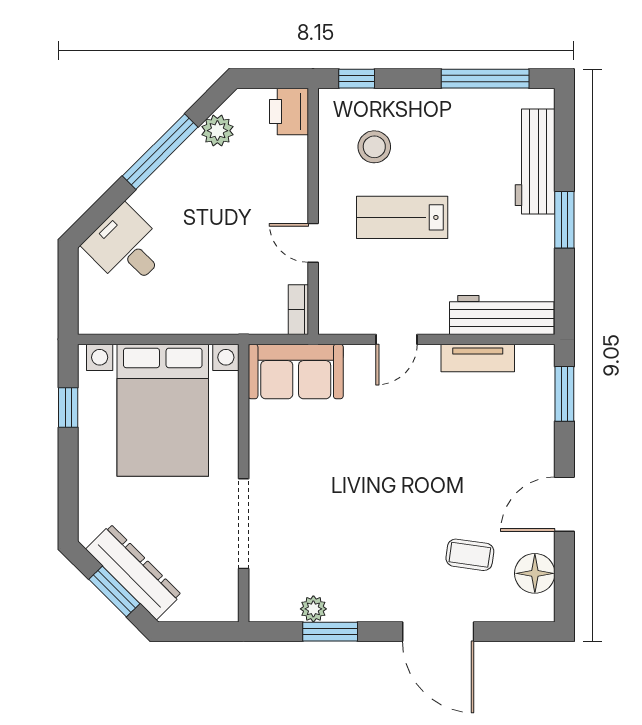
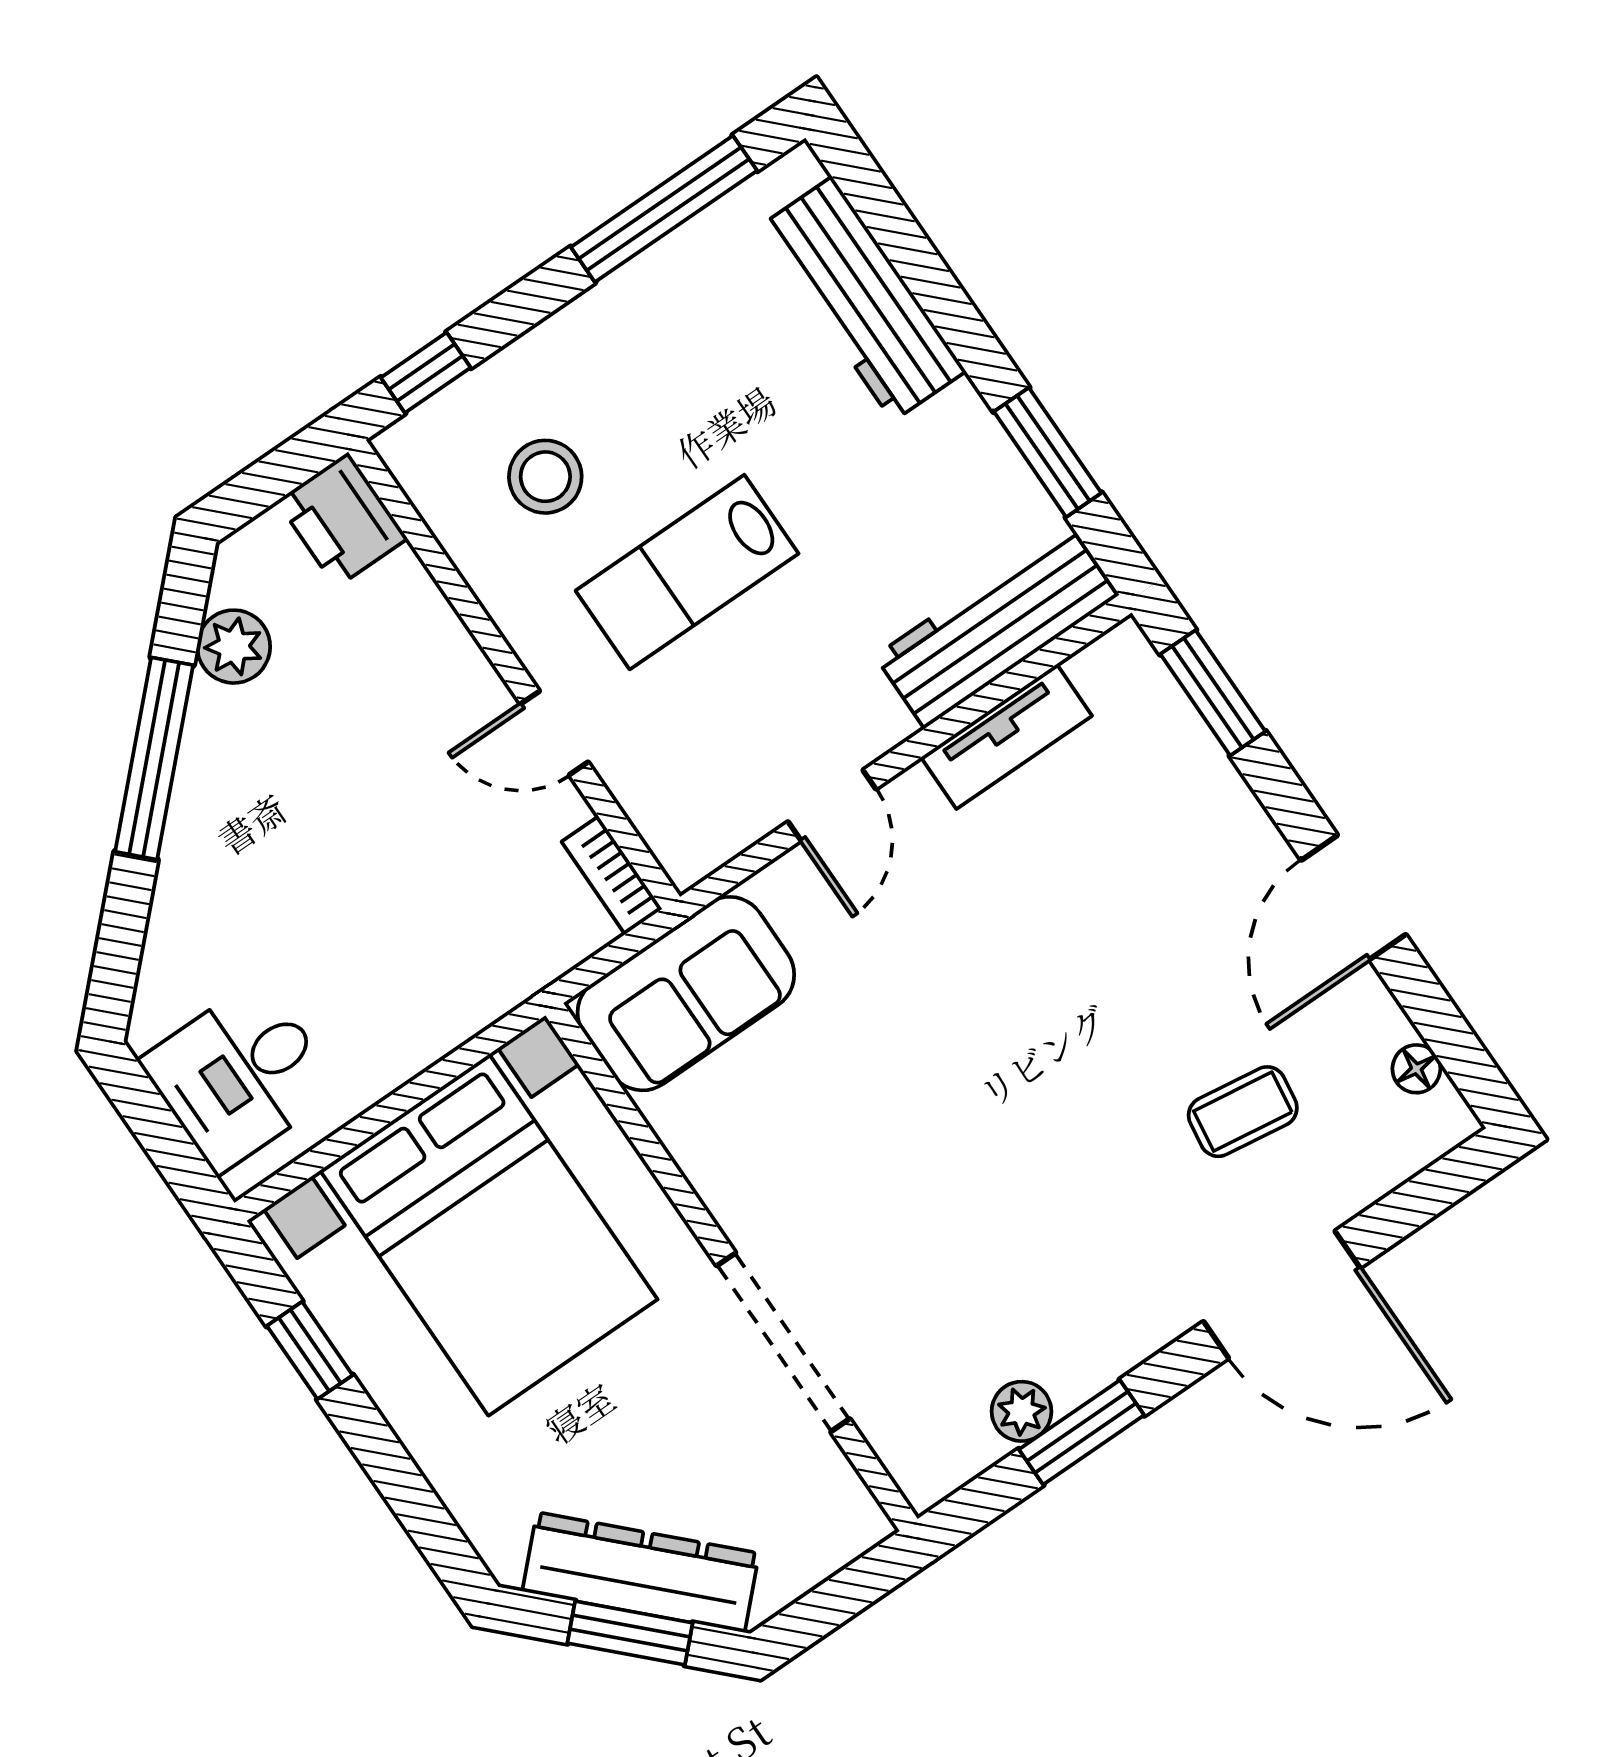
window: (564, 220) -> (1048, 452), moved
desk: (126, 247) -> (240, 1075), moved, turned -45
floor lamp: (535, 573) -> (1416, 1069), width x0.53, depth x0.53

